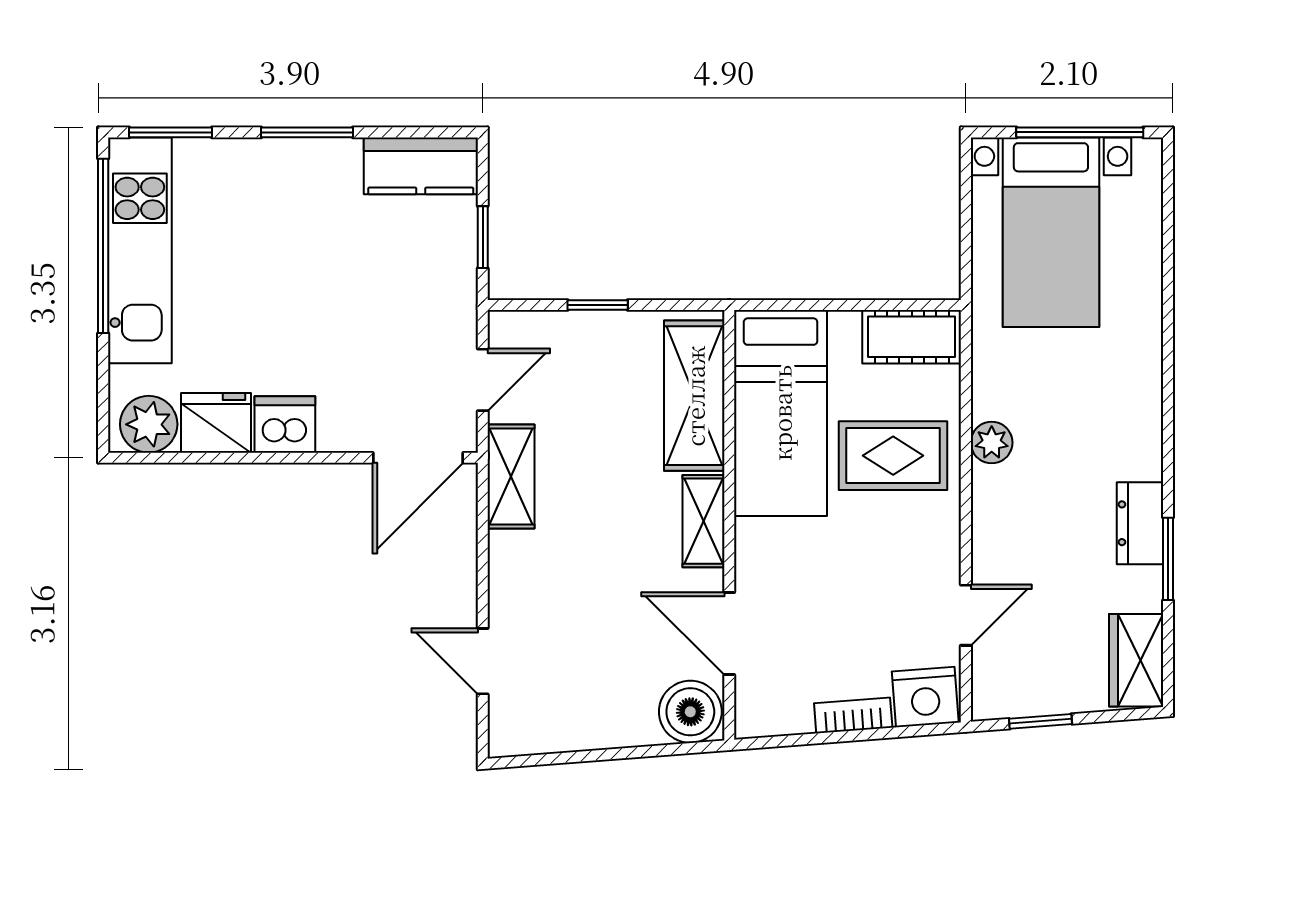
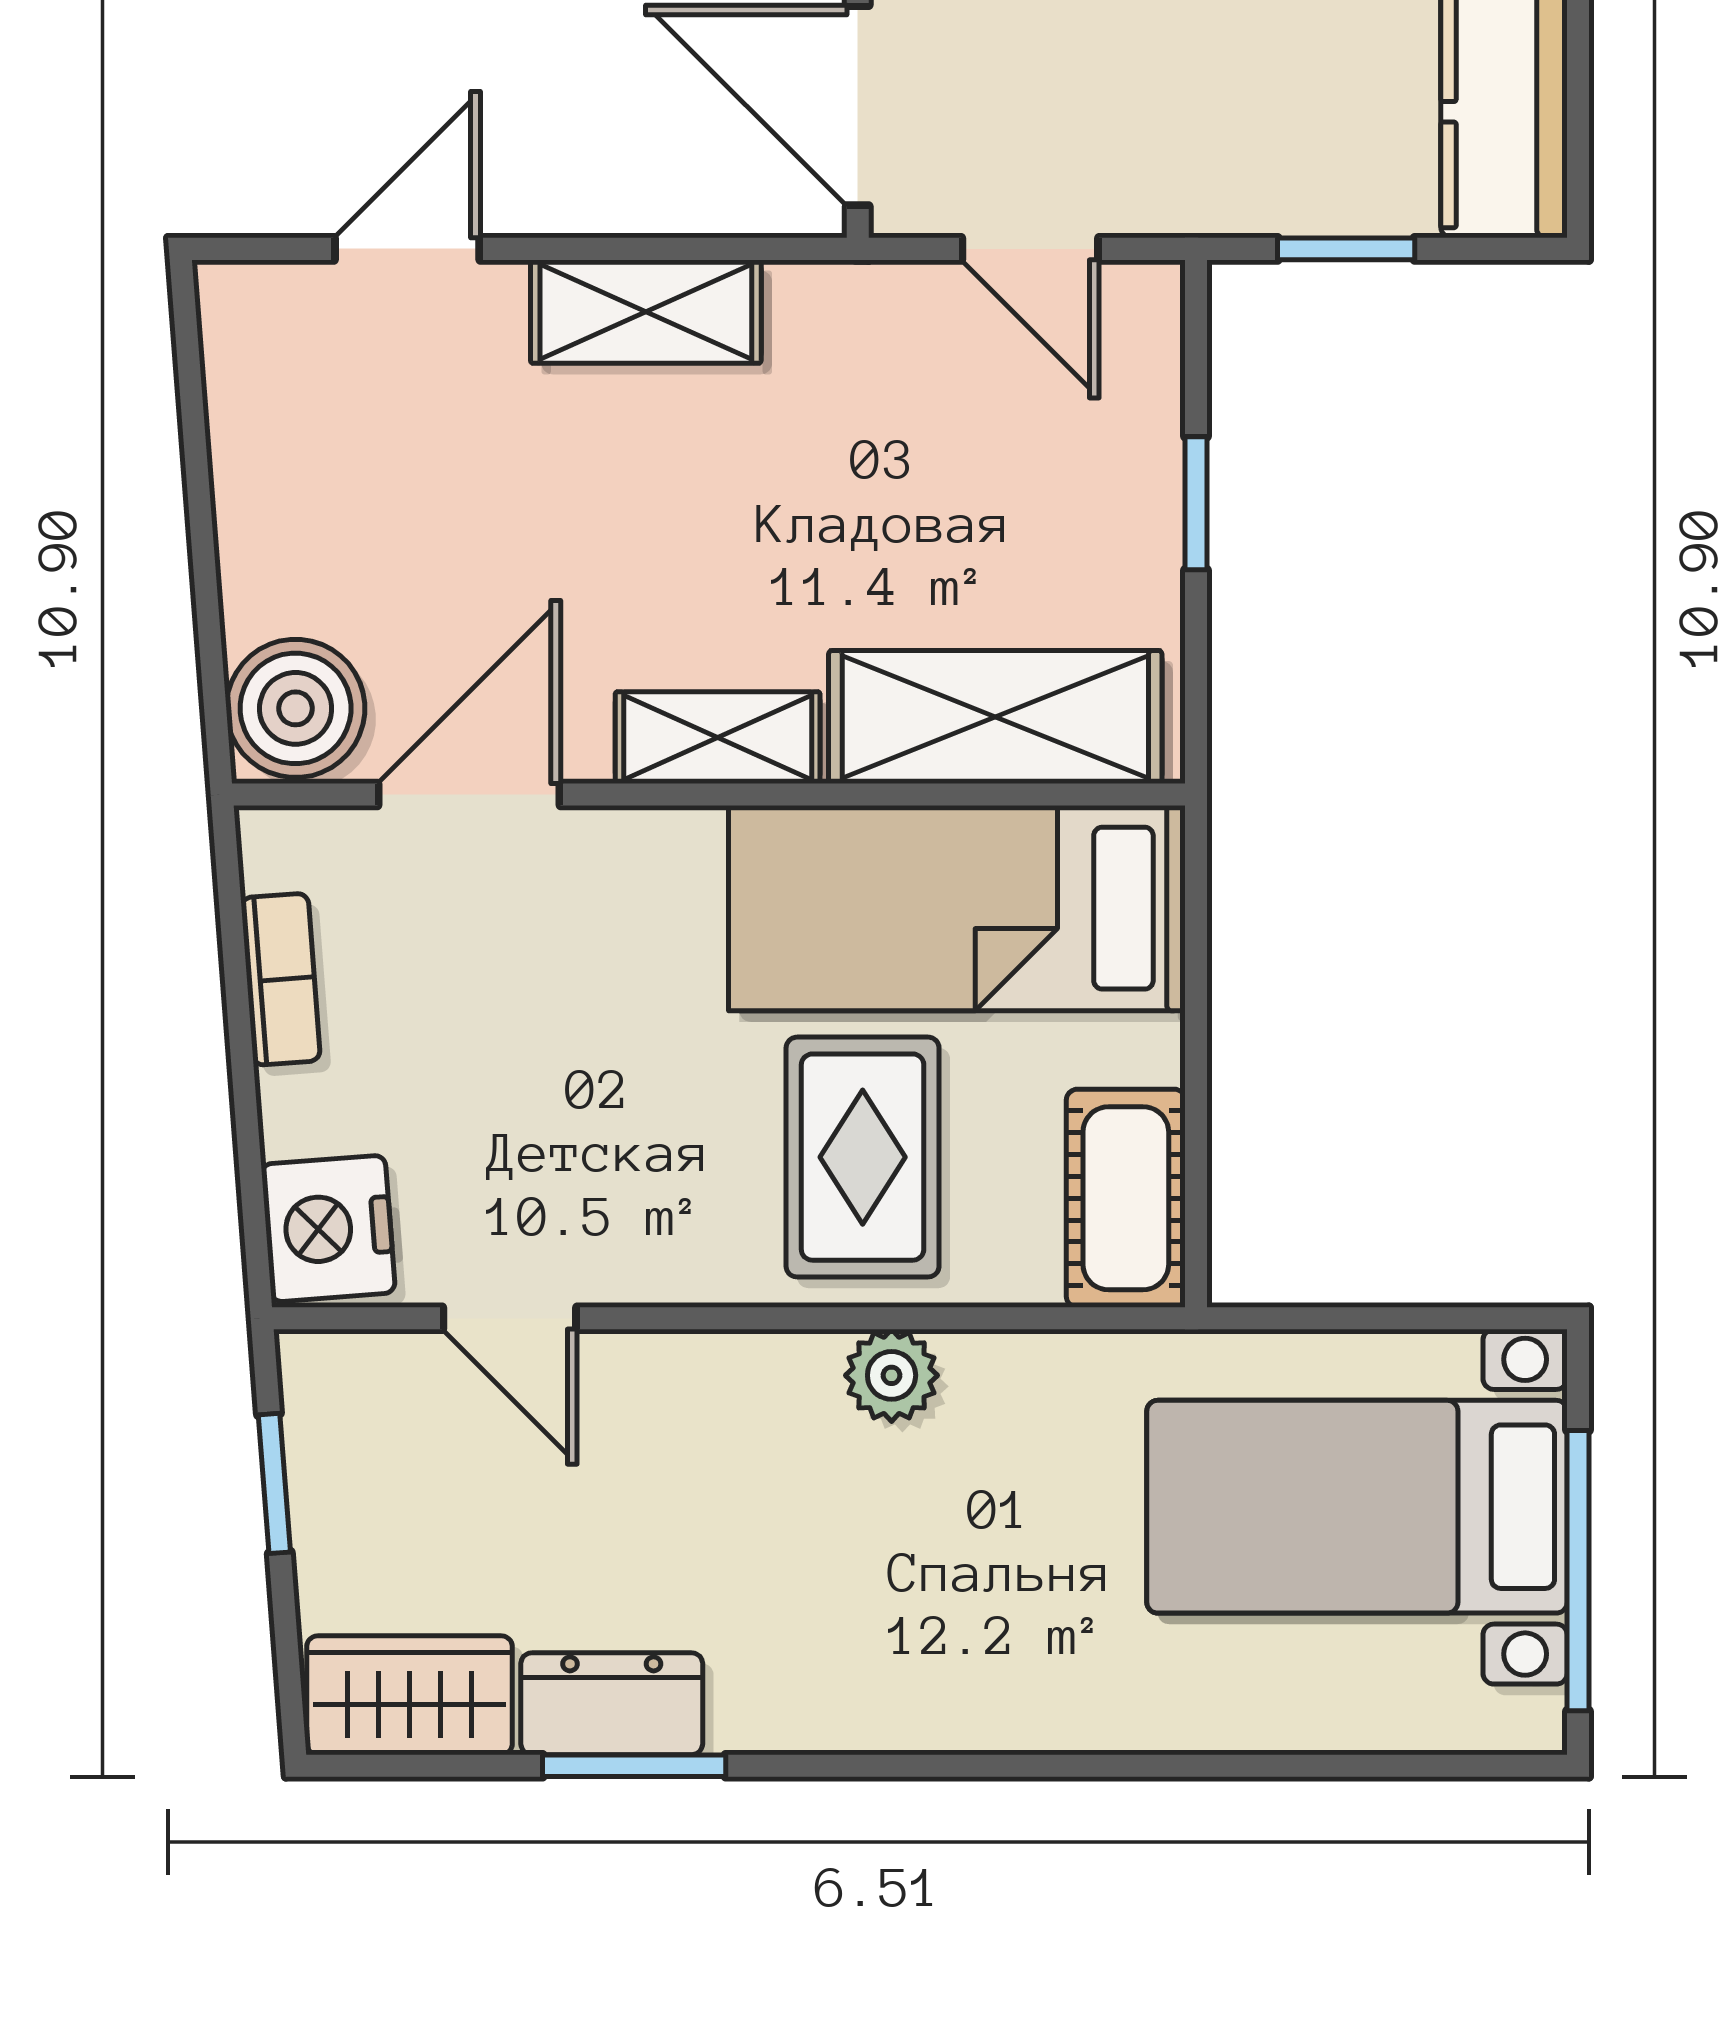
shelving: (511, 476) -> (646, 312), moved
dresser: (1140, 523) -> (612, 1704), moved
bookcase: (853, 715) -> (281, 979), moved

